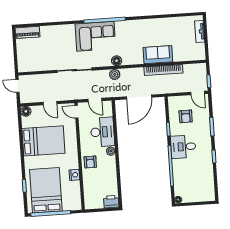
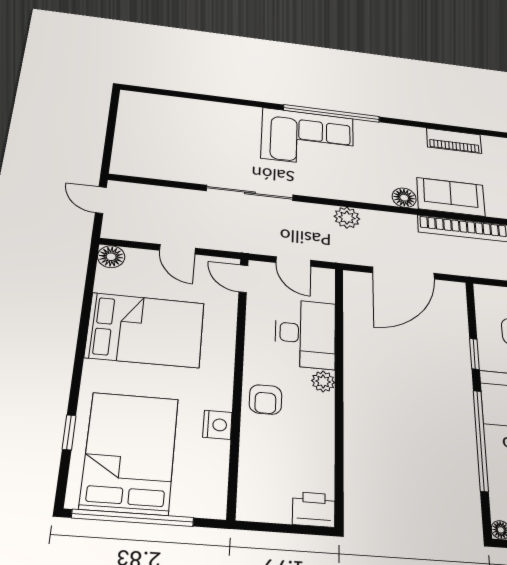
piano: (27, 32) -> (454, 141), moved
floor lamp: (117, 61) -> (404, 198), moved

